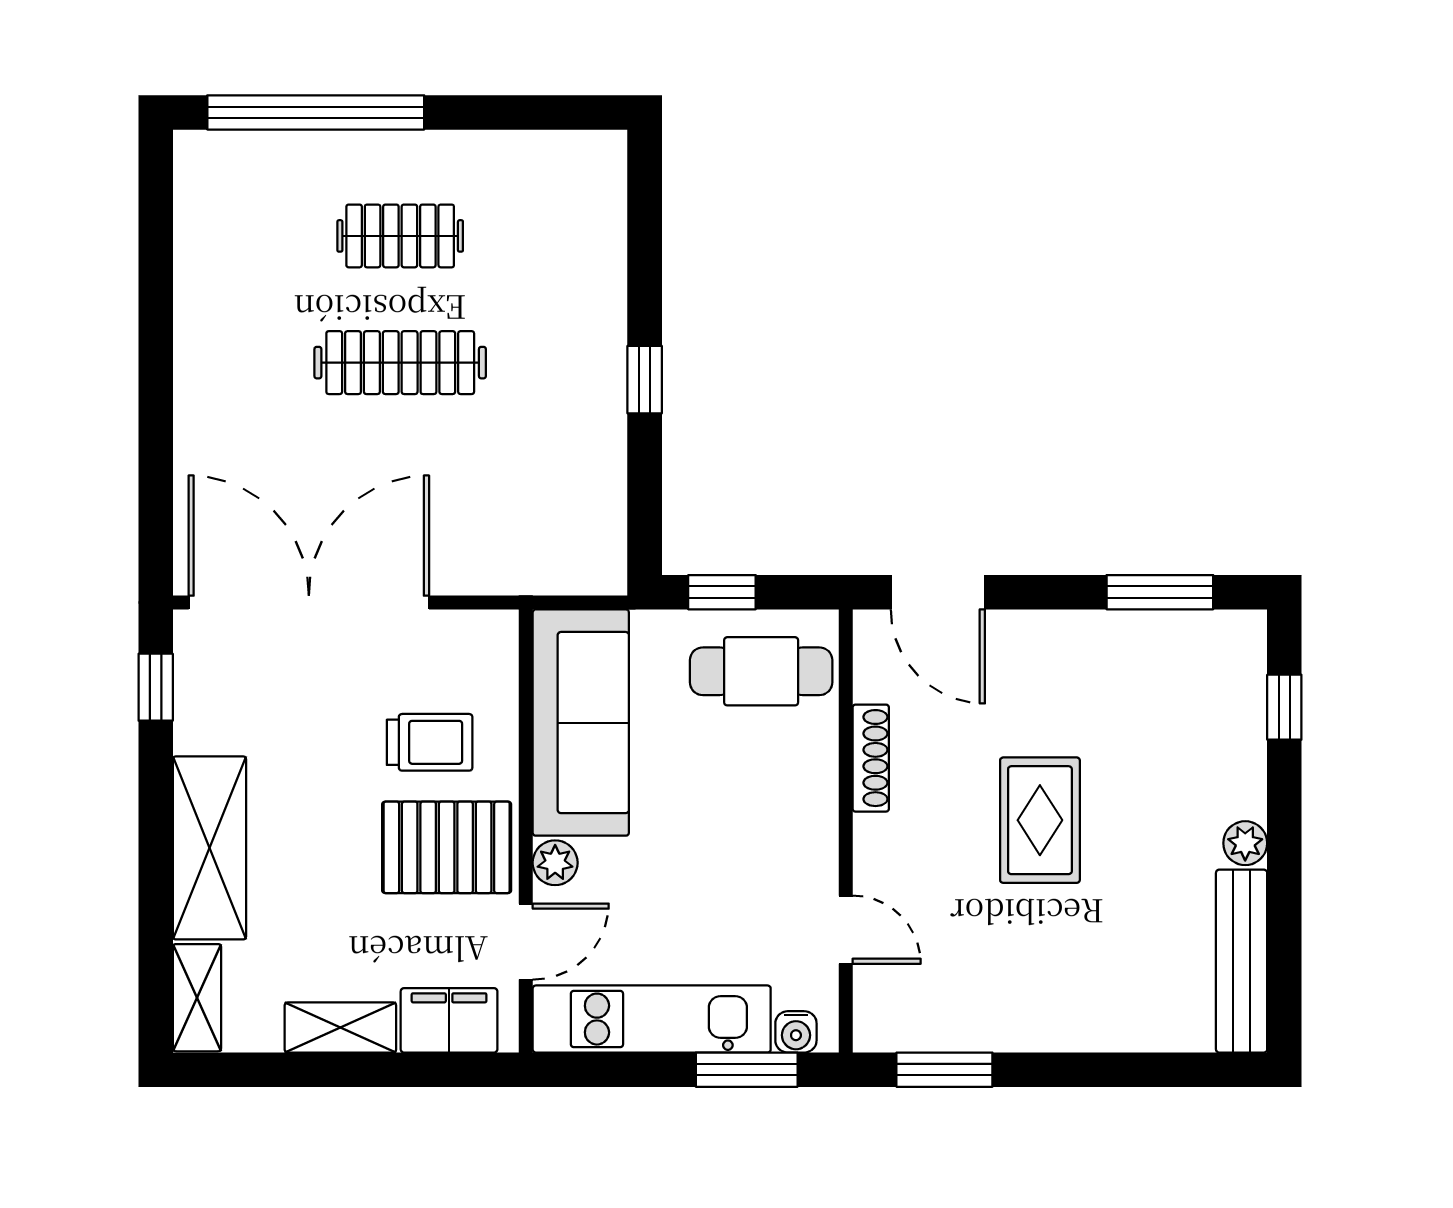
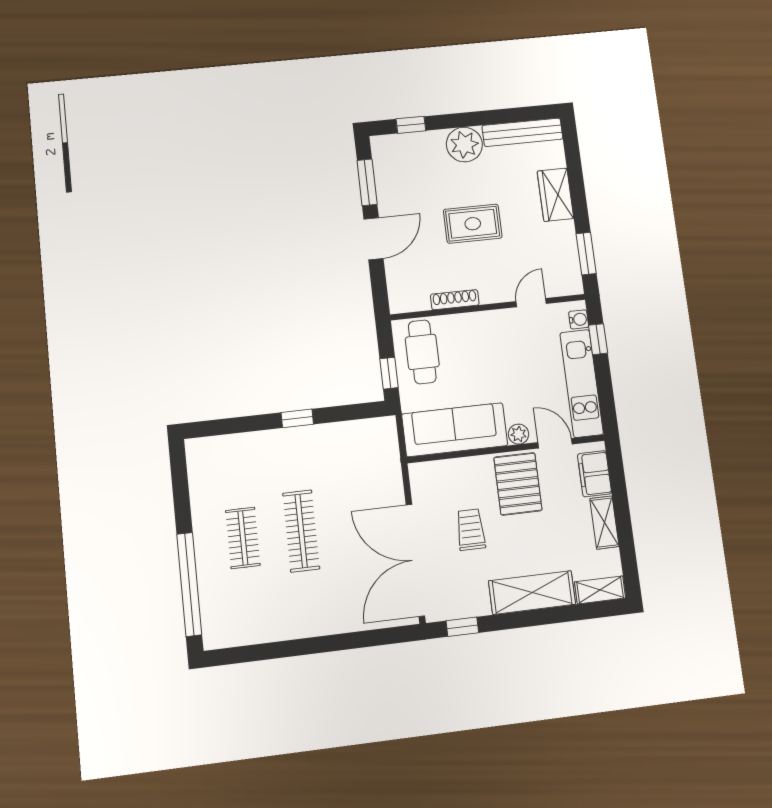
door: (938, 592) -> (374, 239), moved
trolley: (430, 742) -> (471, 530), moved
plant: (1245, 843) -> (464, 145), width x1.87, depth x1.87
wardrobe: (1088, 1018) -> (555, 195), added
window: (747, 1070) -> (598, 339), width x0.67

